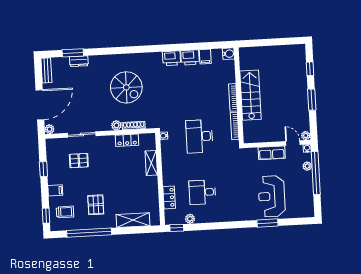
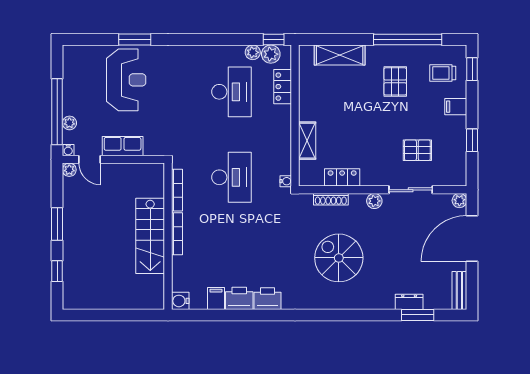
plant: (116, 125) -> (374, 201), moved
desk: (202, 192) -> (231, 92), width x1.37
plant: (178, 218) -> (271, 54), added

